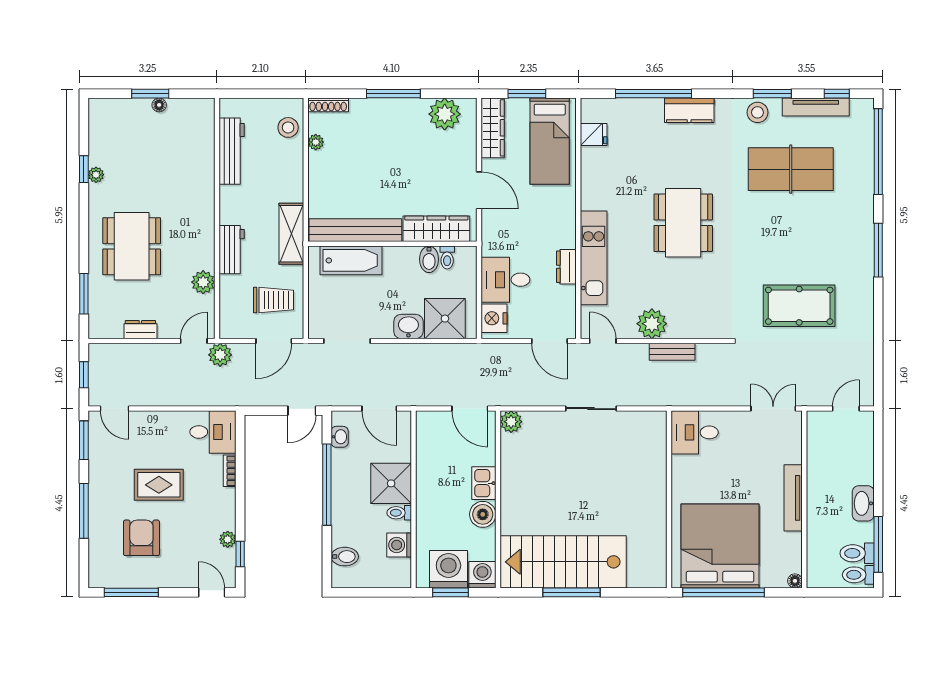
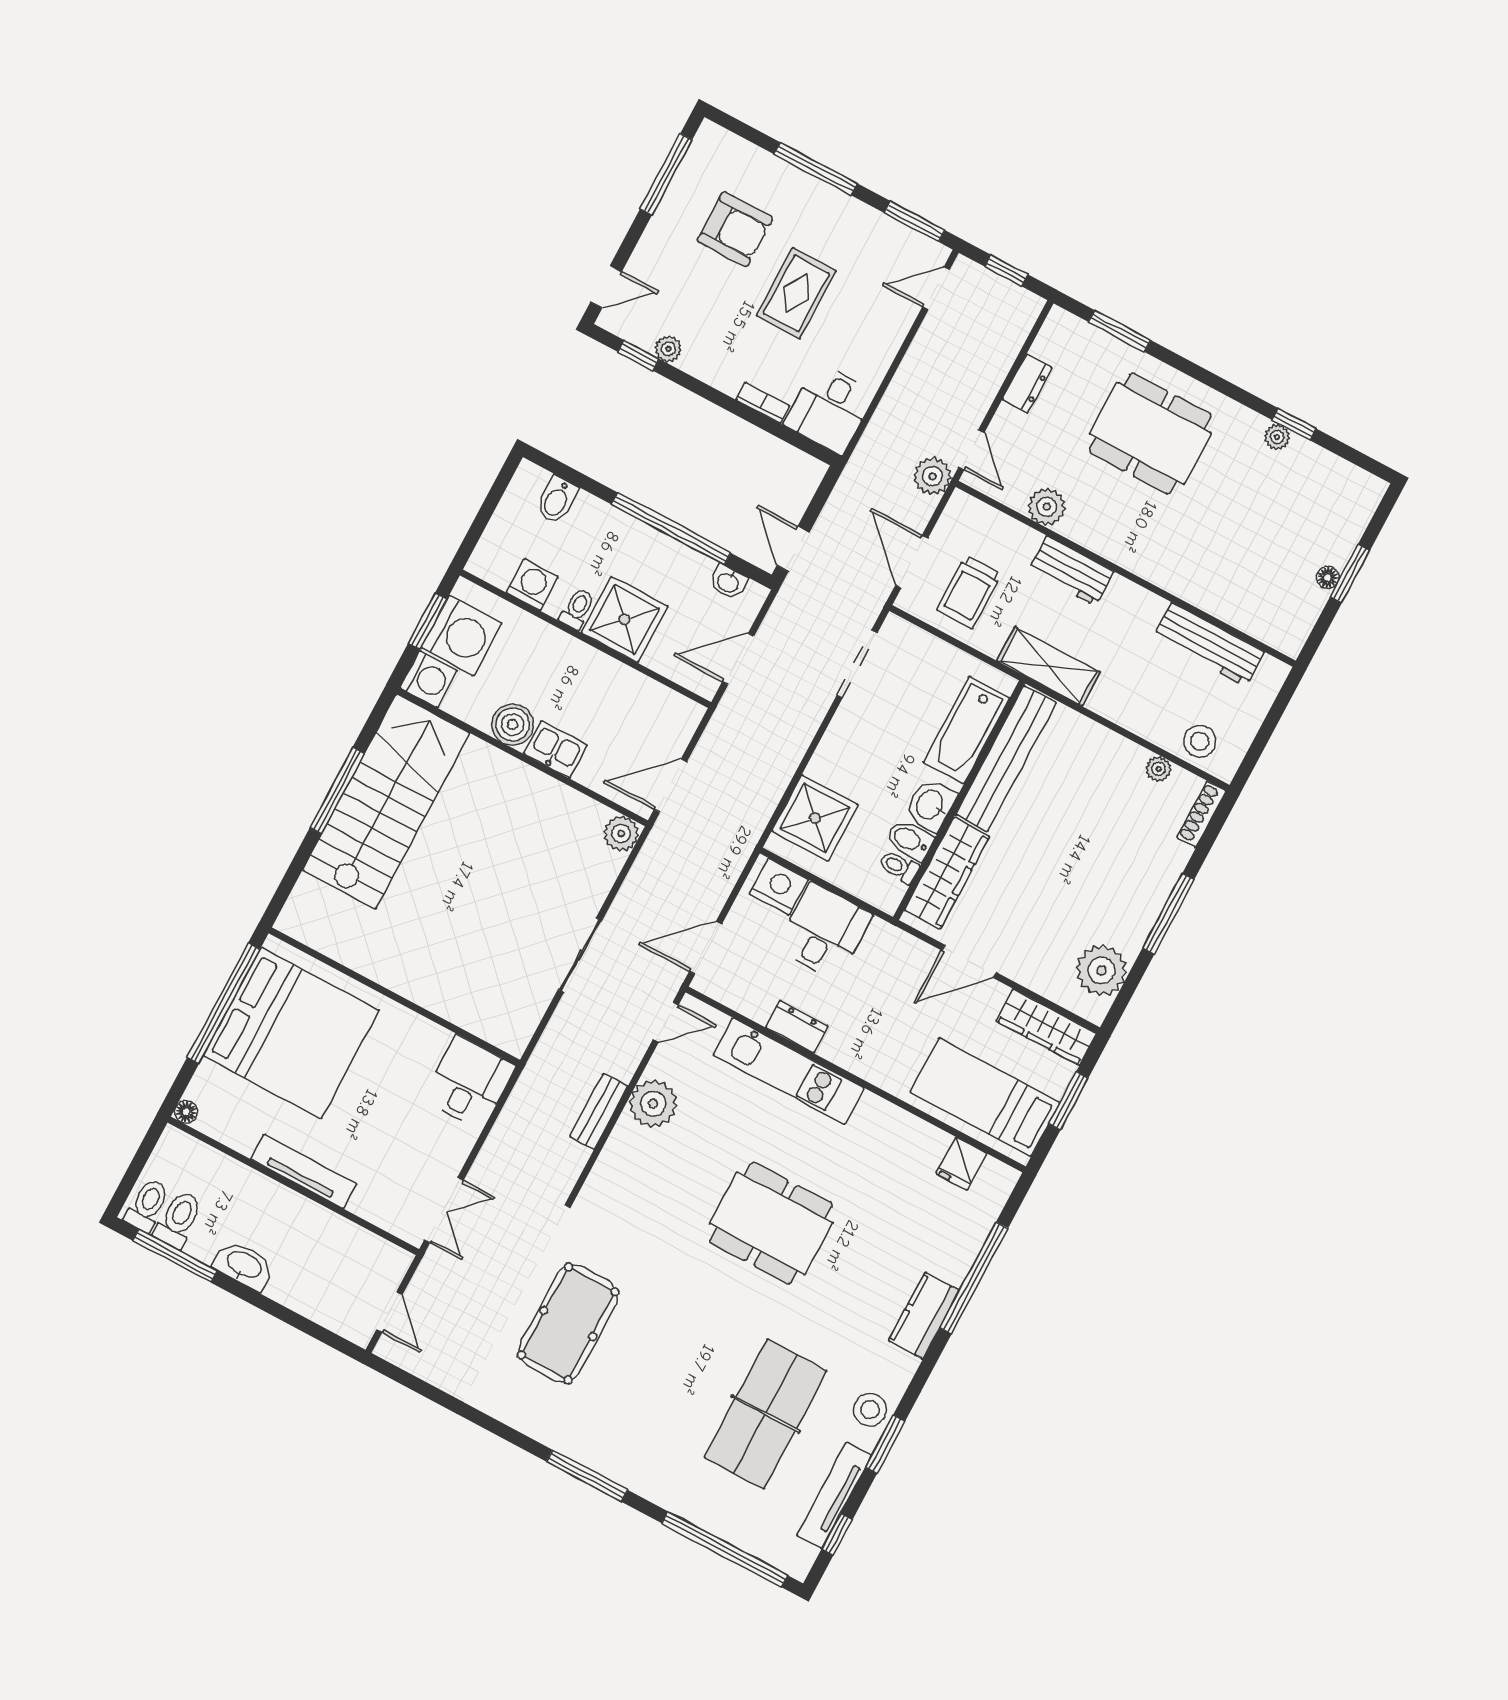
washbasin: (408, 326) -> (931, 805), moved, turned 180

